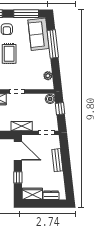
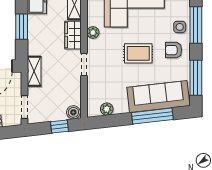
sofa: (39, 34) -> (158, 97), width x1.36

